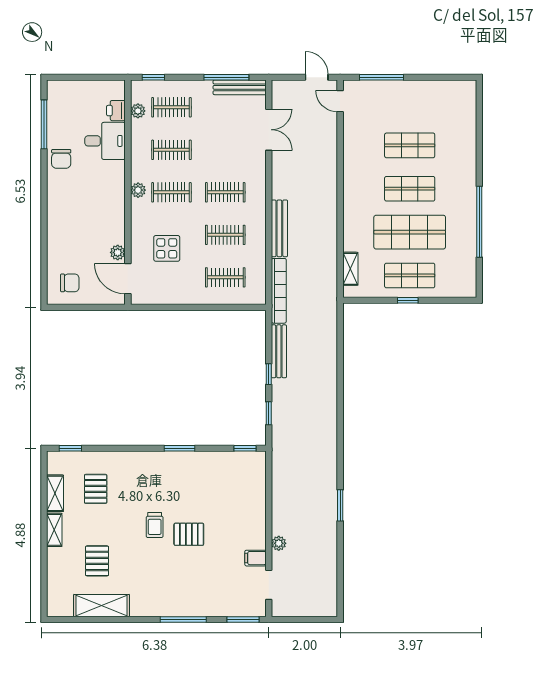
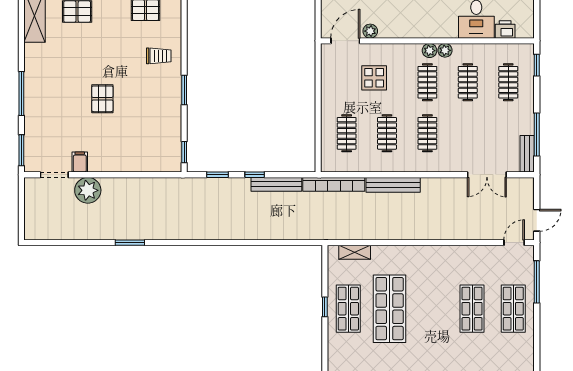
bench: (240, 87) -> (527, 154), width x0.73
plant: (138, 111) -> (445, 50), moved
shop shelf: (410, 189) -> (513, 309), moved
trolley: (155, 525) -> (159, 56), moved, turned 180
plant: (279, 543) -> (88, 190), width x1.88, depth x1.88

